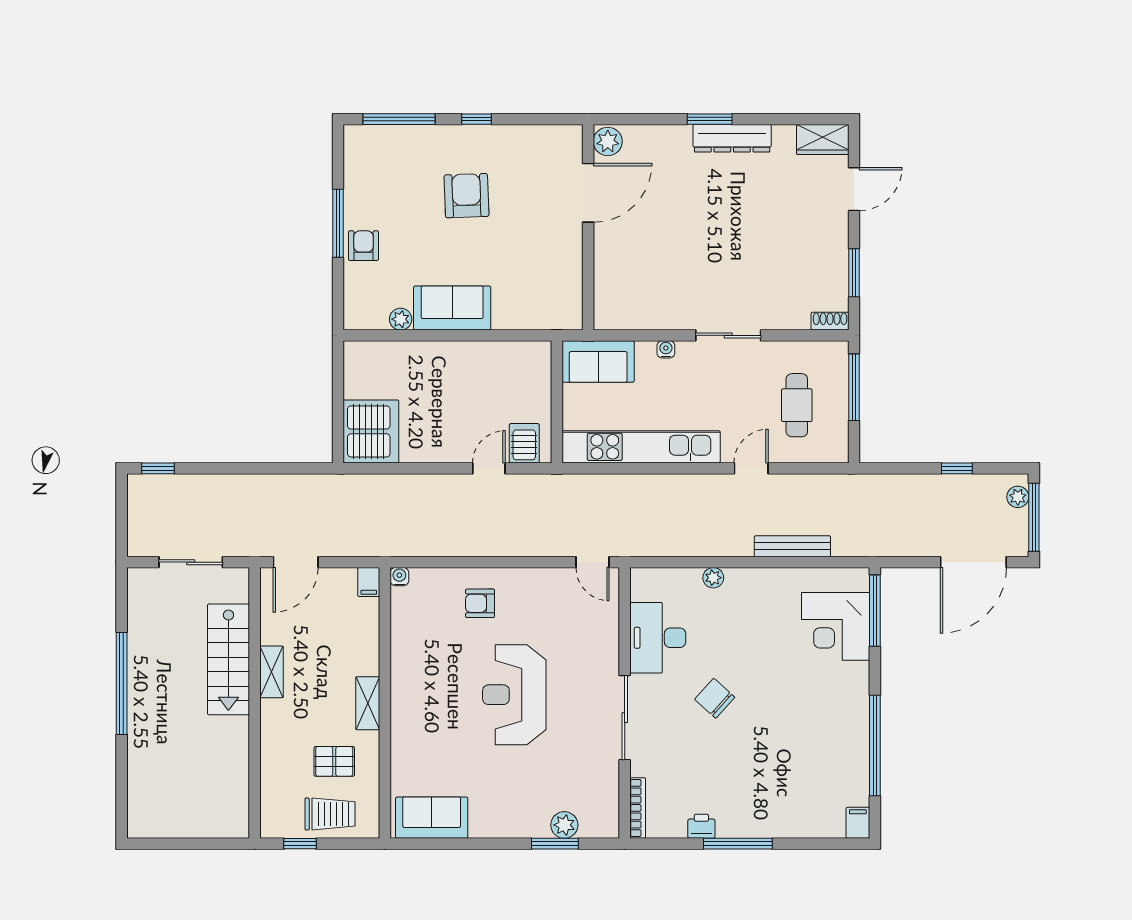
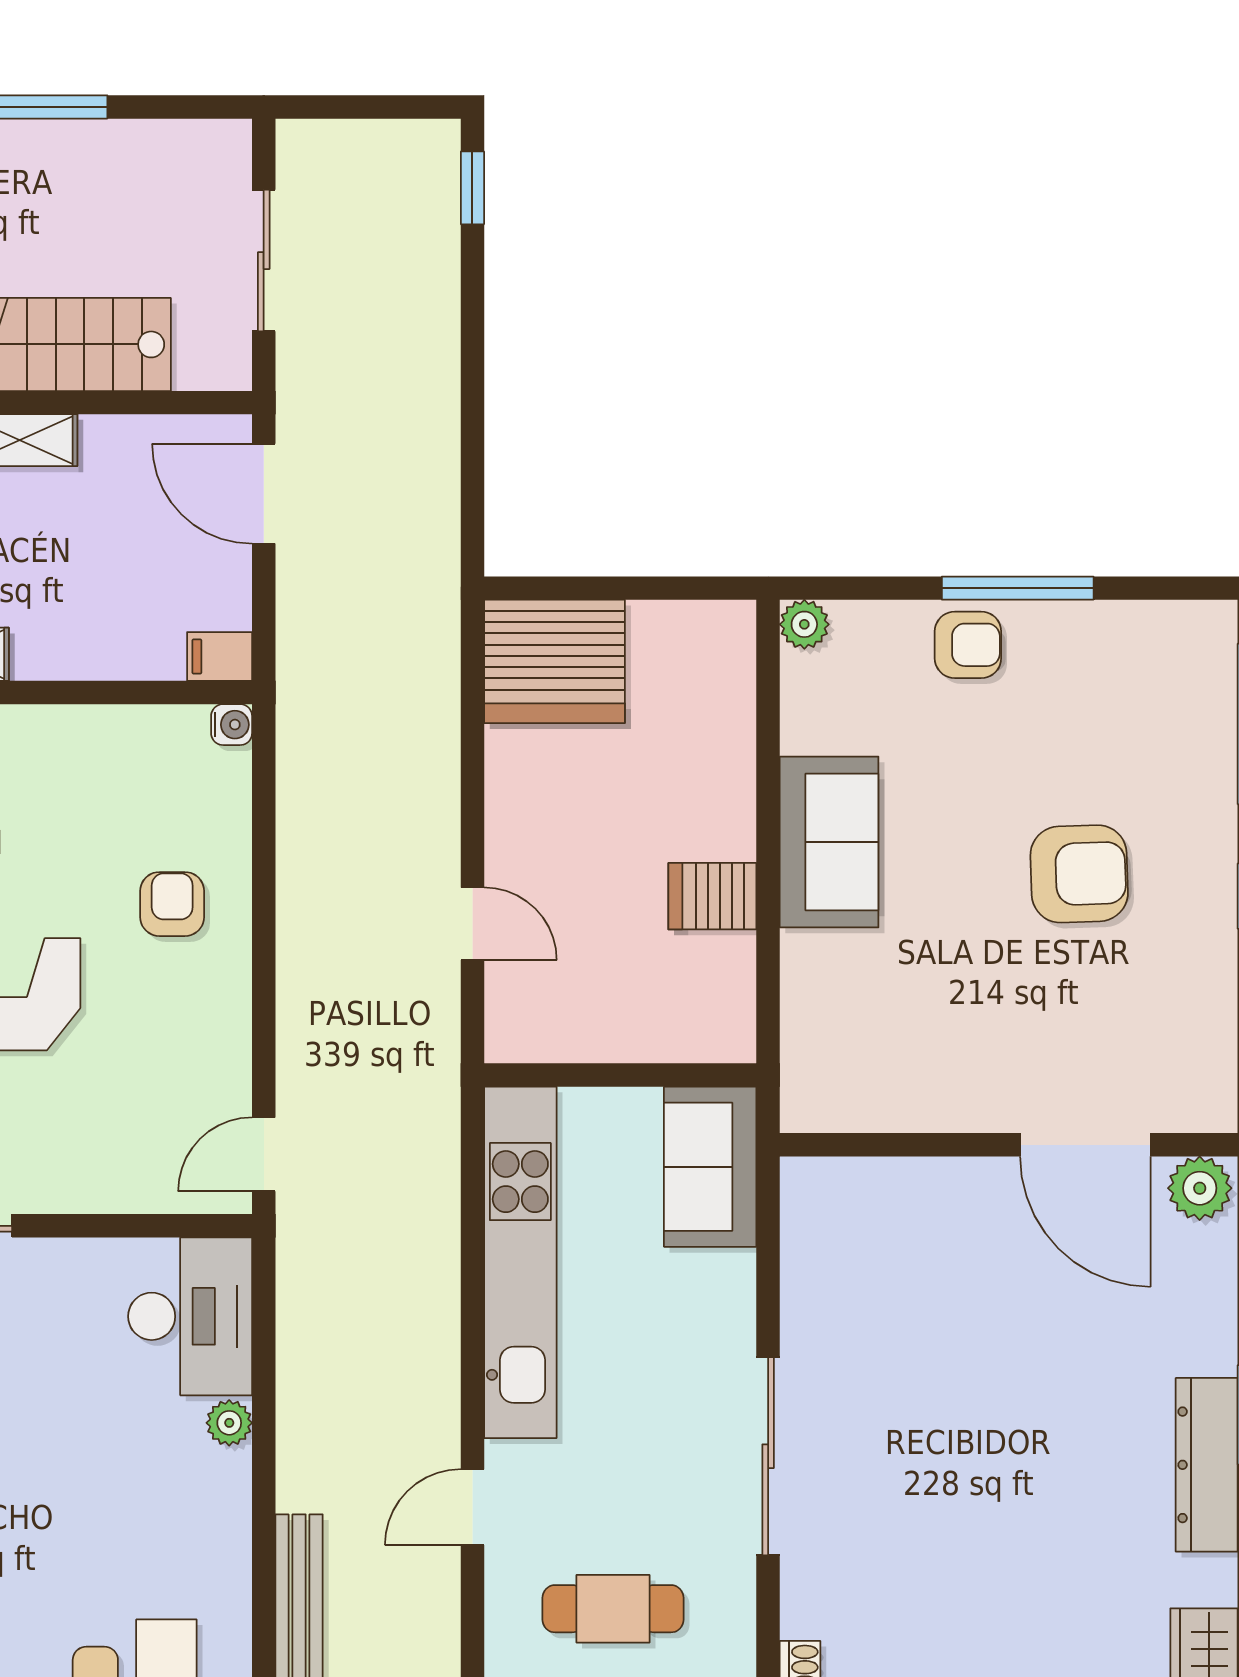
plant: (401, 319) -> (804, 624), moved
sliding door: (728, 335) -> (768, 1456), width x1.37
water cooler: (666, 349) -> (737, 1318), removed
server rack: (524, 443) -> (712, 896), moved, turned 180
door: (751, 468) -> (472, 1507), swing flipped
desk: (658, 638) -> (190, 1316), moved, turned 90

